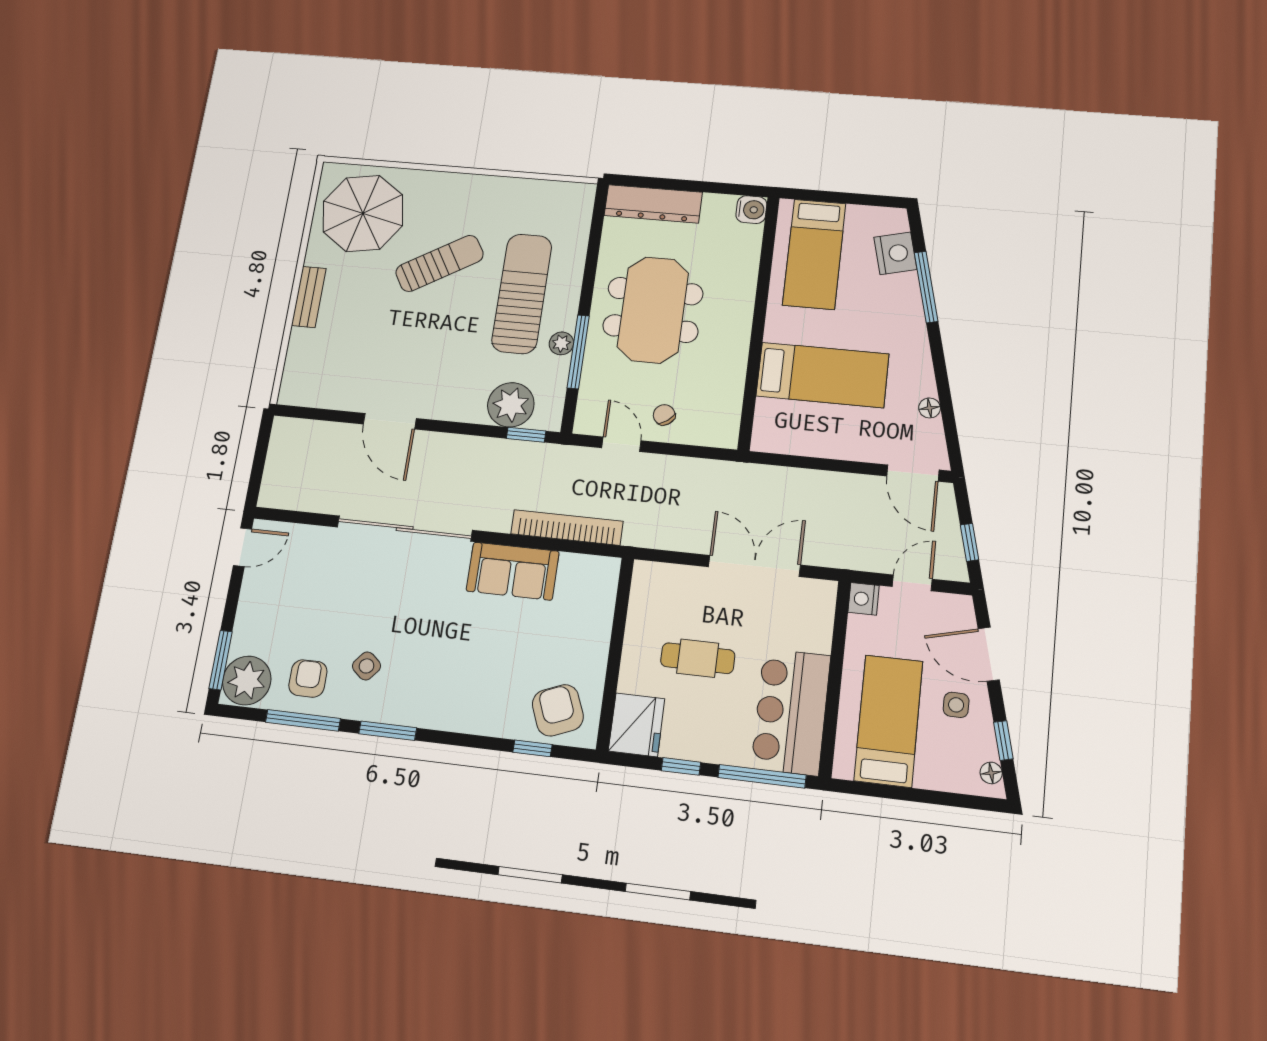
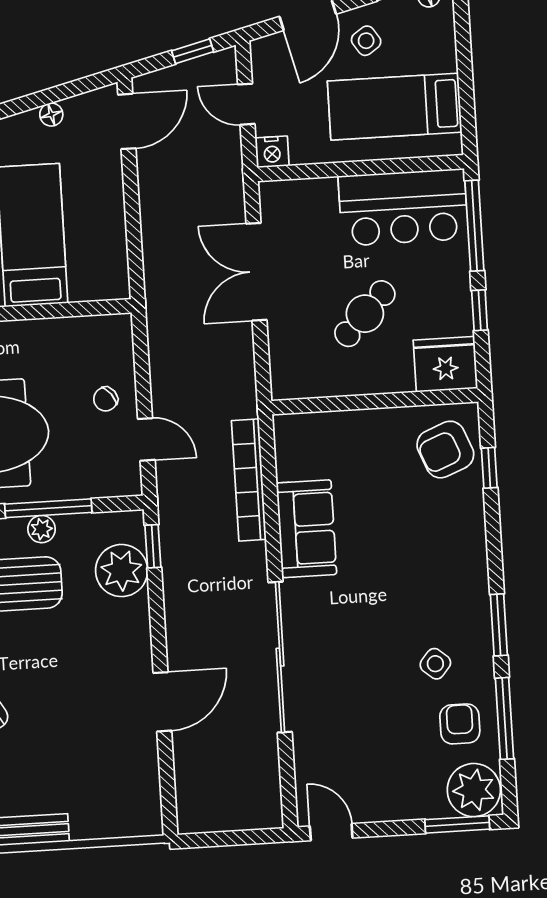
door: (621, 444) -> (146, 439), swing flipped
cafe table: (698, 658) -> (365, 314), turned 44
armchair: (308, 678) -> (460, 724), turned 90
side table: (956, 705) -> (366, 41), turned -34

